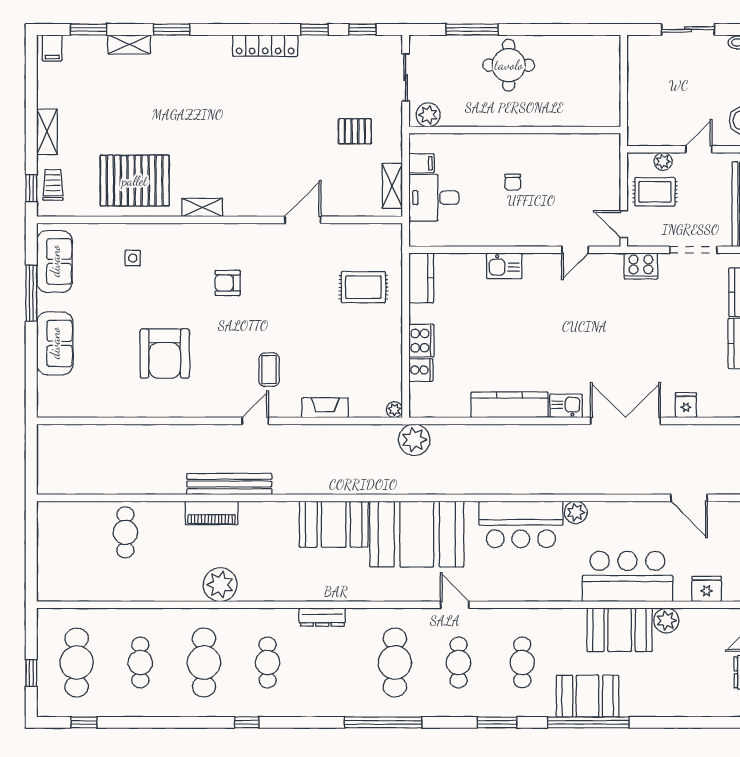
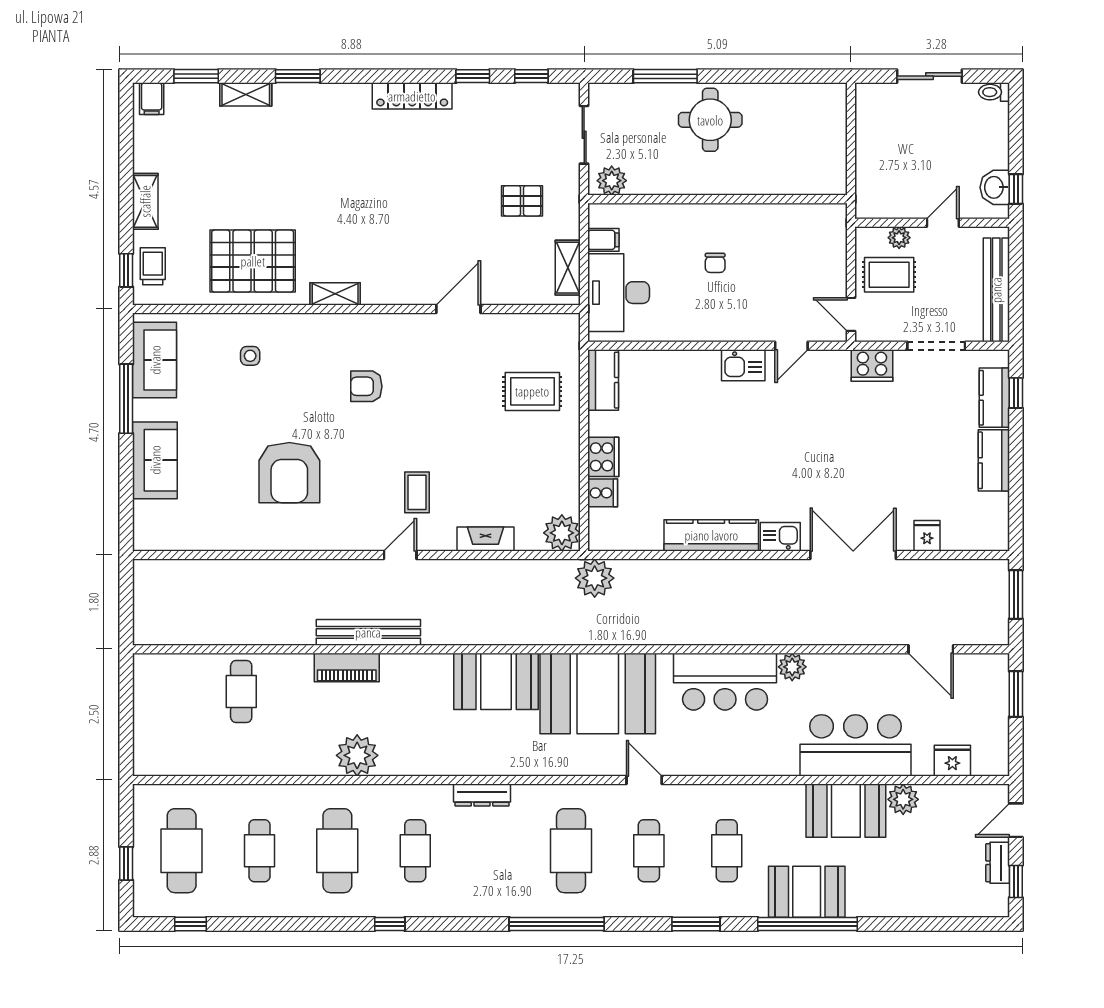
desk: (434, 198) -> (619, 293), width x1.37
kitchen sink: (504, 266) -> (743, 365), moved
plant: (394, 410) -> (562, 533), width x1.88, depth x1.88

